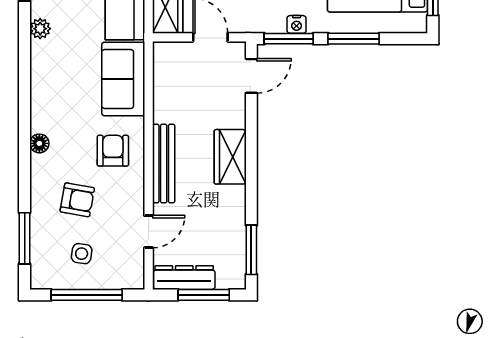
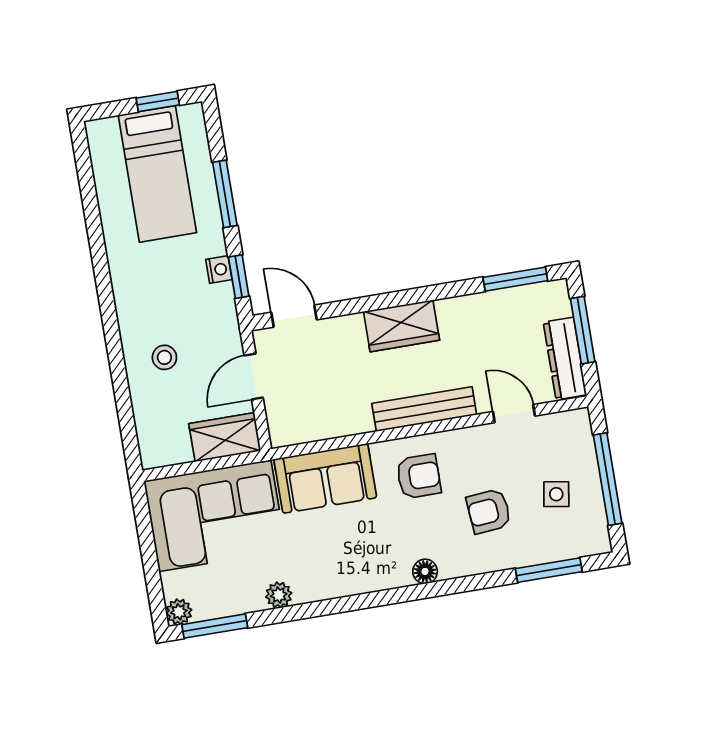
window: (289, 39) -> (239, 277), width x0.67
armchair: (113, 151) -> (419, 476), turned 180
armchair: (77, 200) -> (489, 511), turned -105

